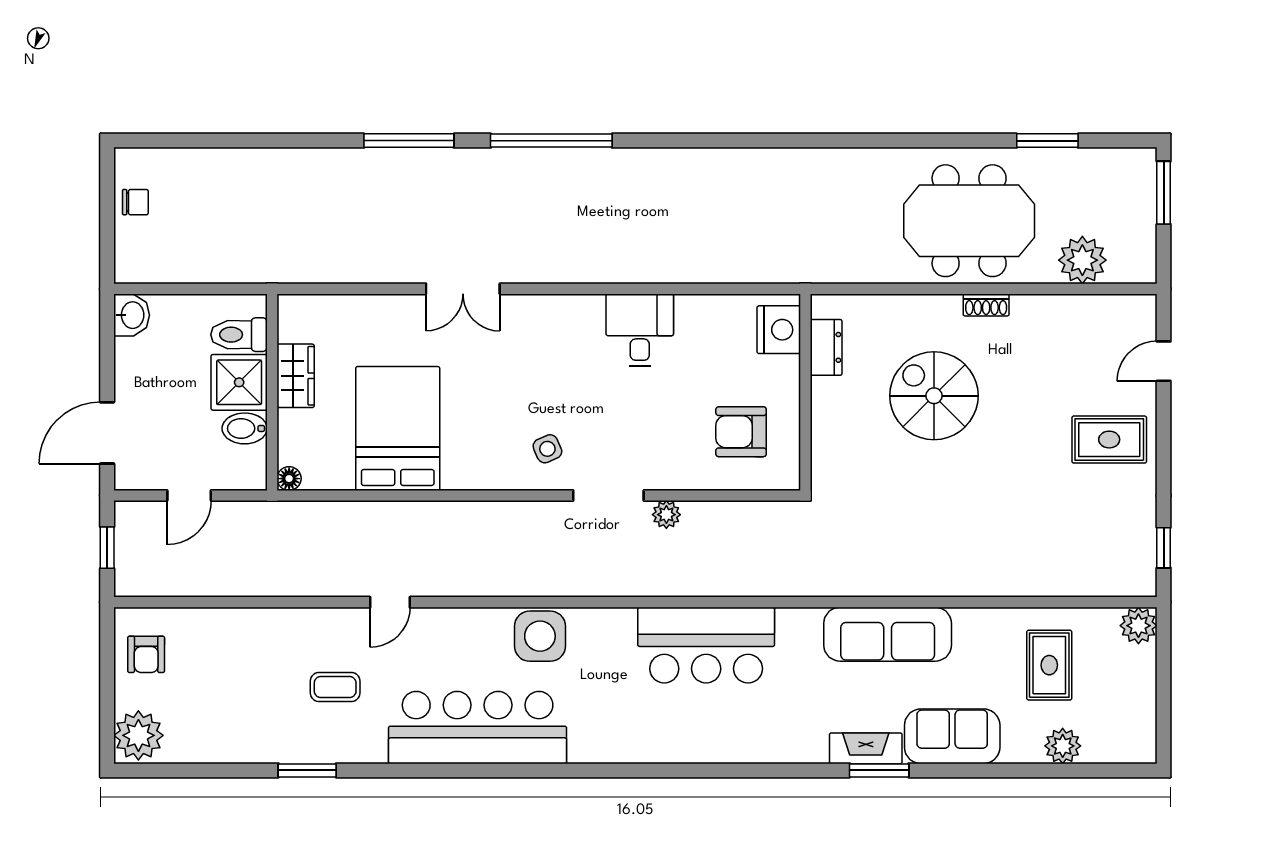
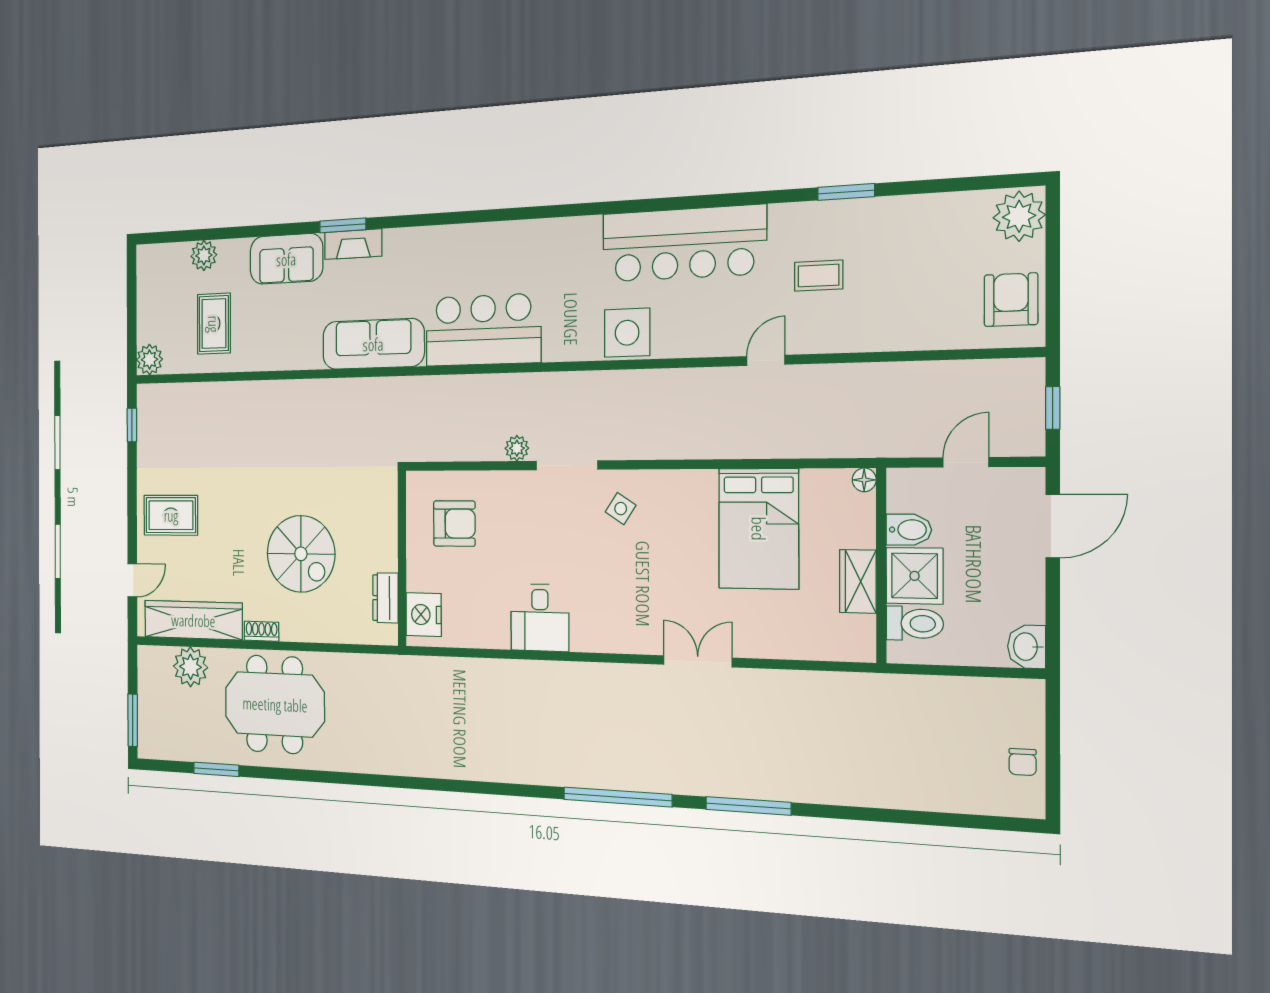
chair: (135, 202) -> (1023, 762), turned -90
wardrobe: (1079, 316) -> (193, 620), added
side table: (547, 449) -> (621, 509), turned -33
sofa: (888, 634) -> (373, 344), moved
armchair: (146, 654) -> (1011, 300), width x1.38, depth x1.38

